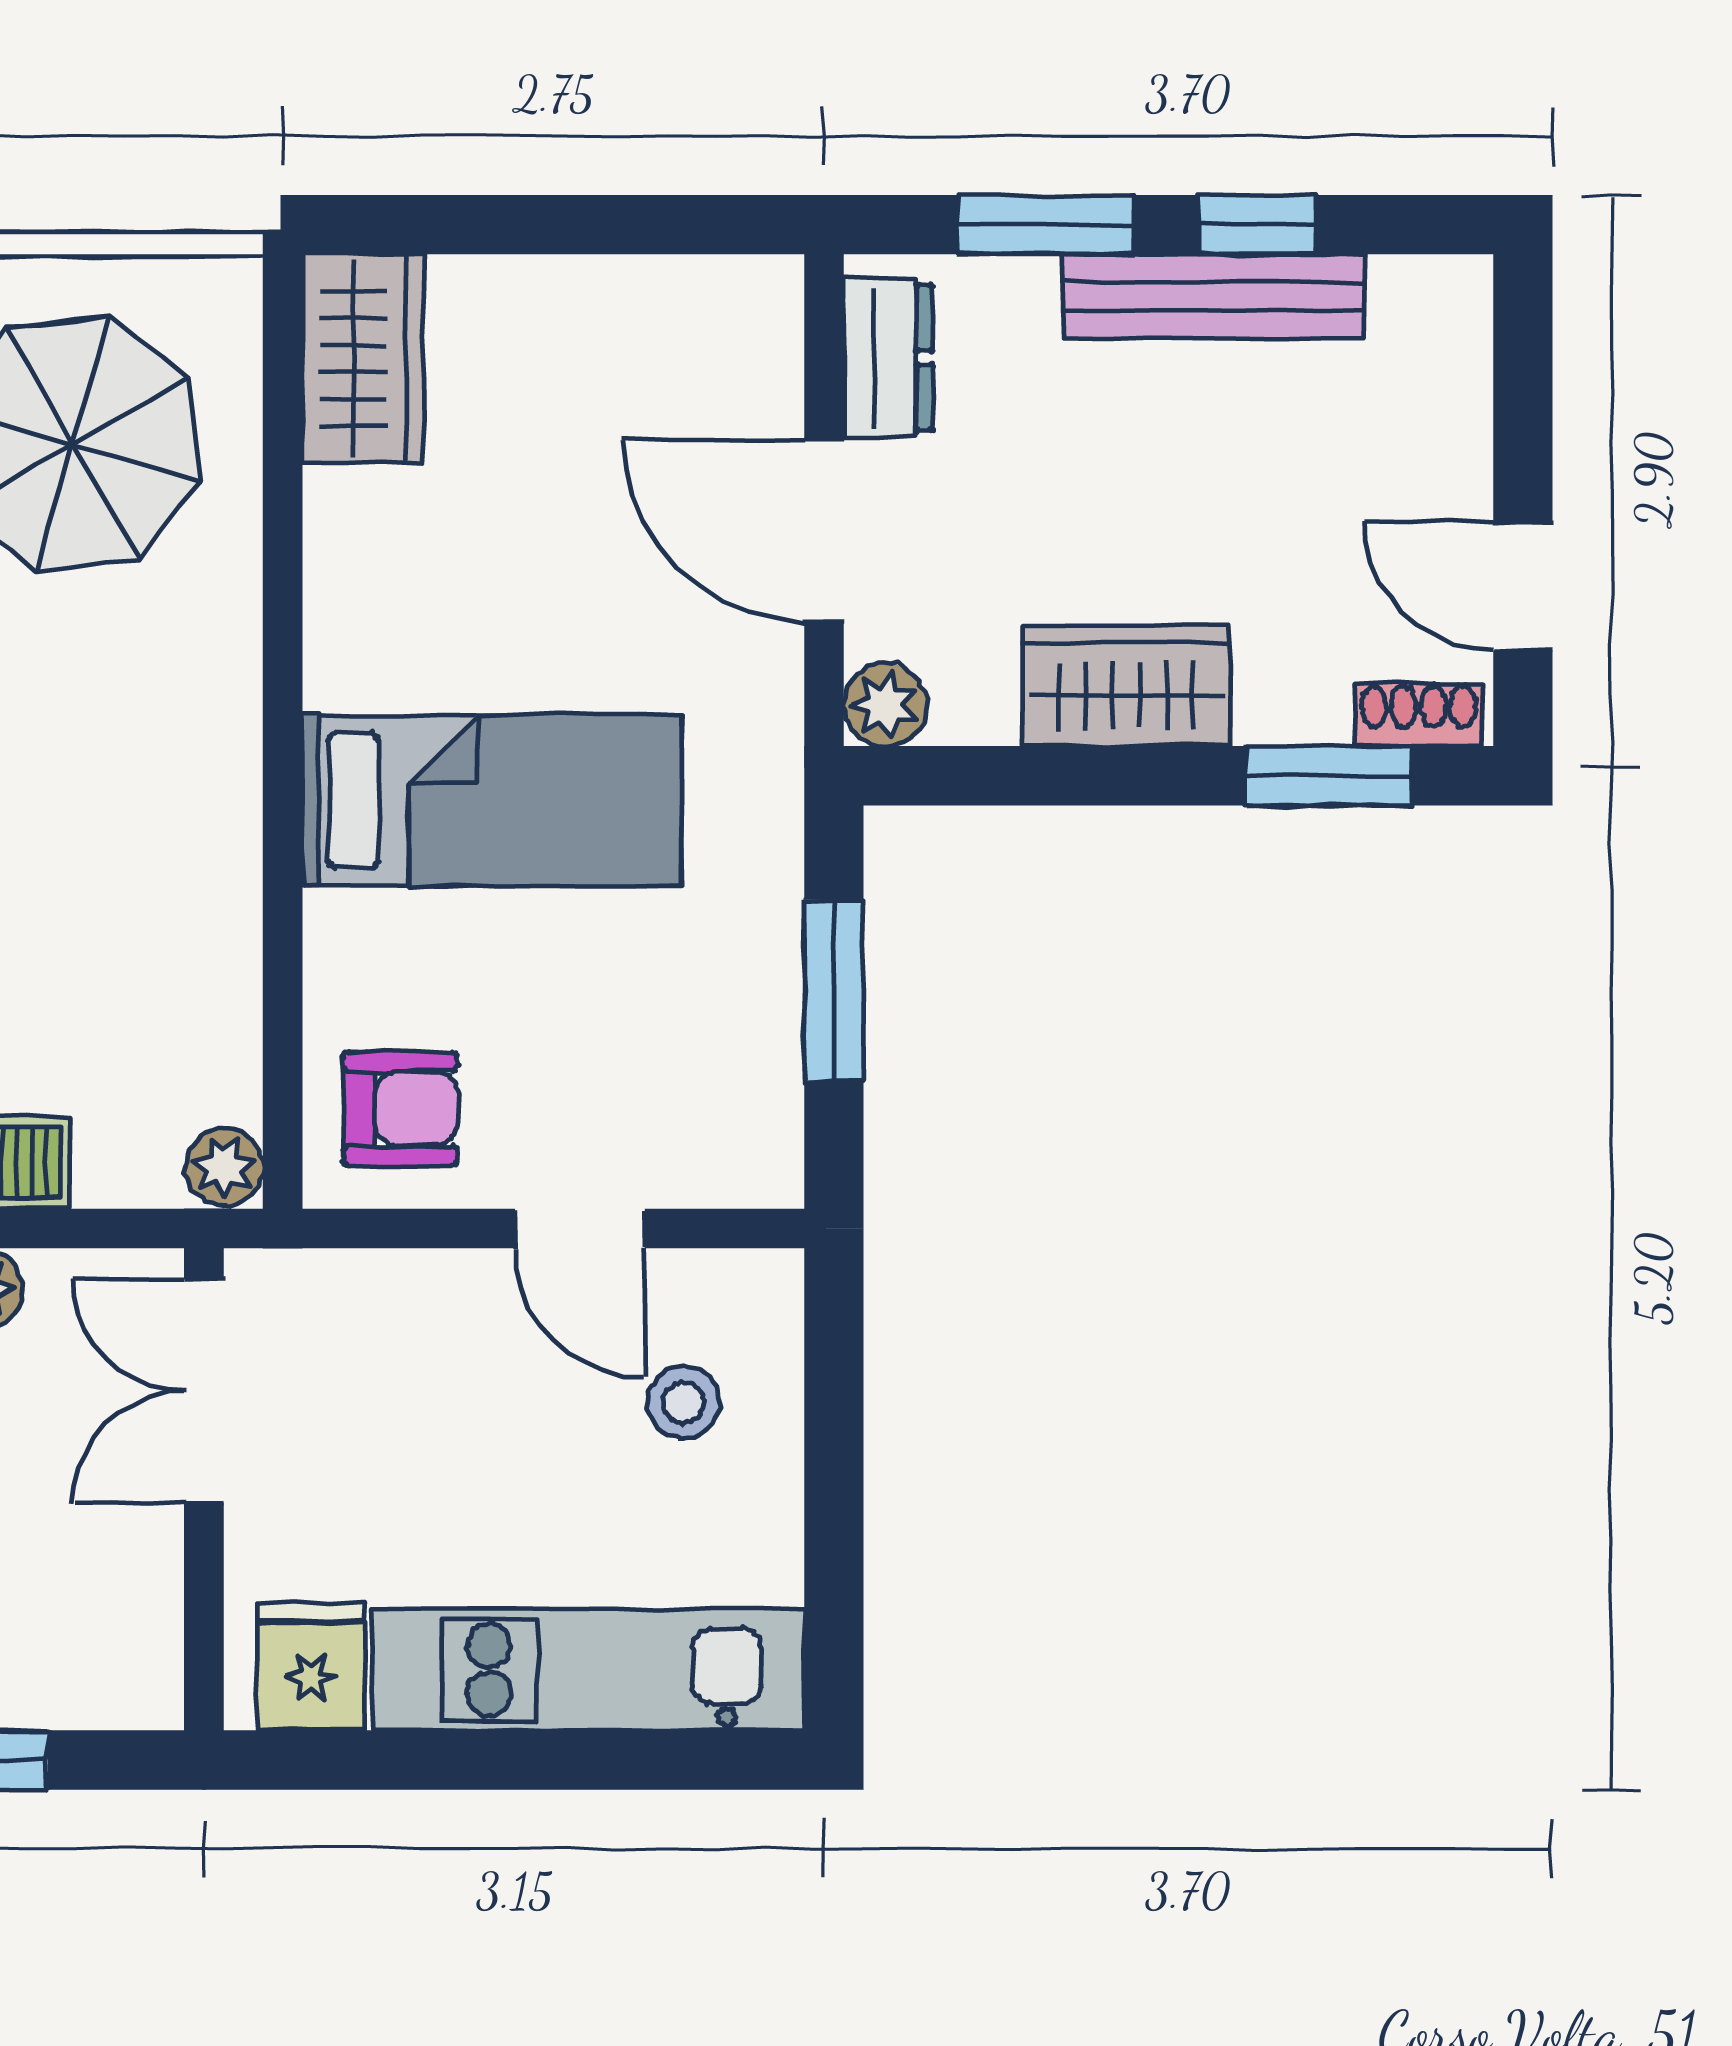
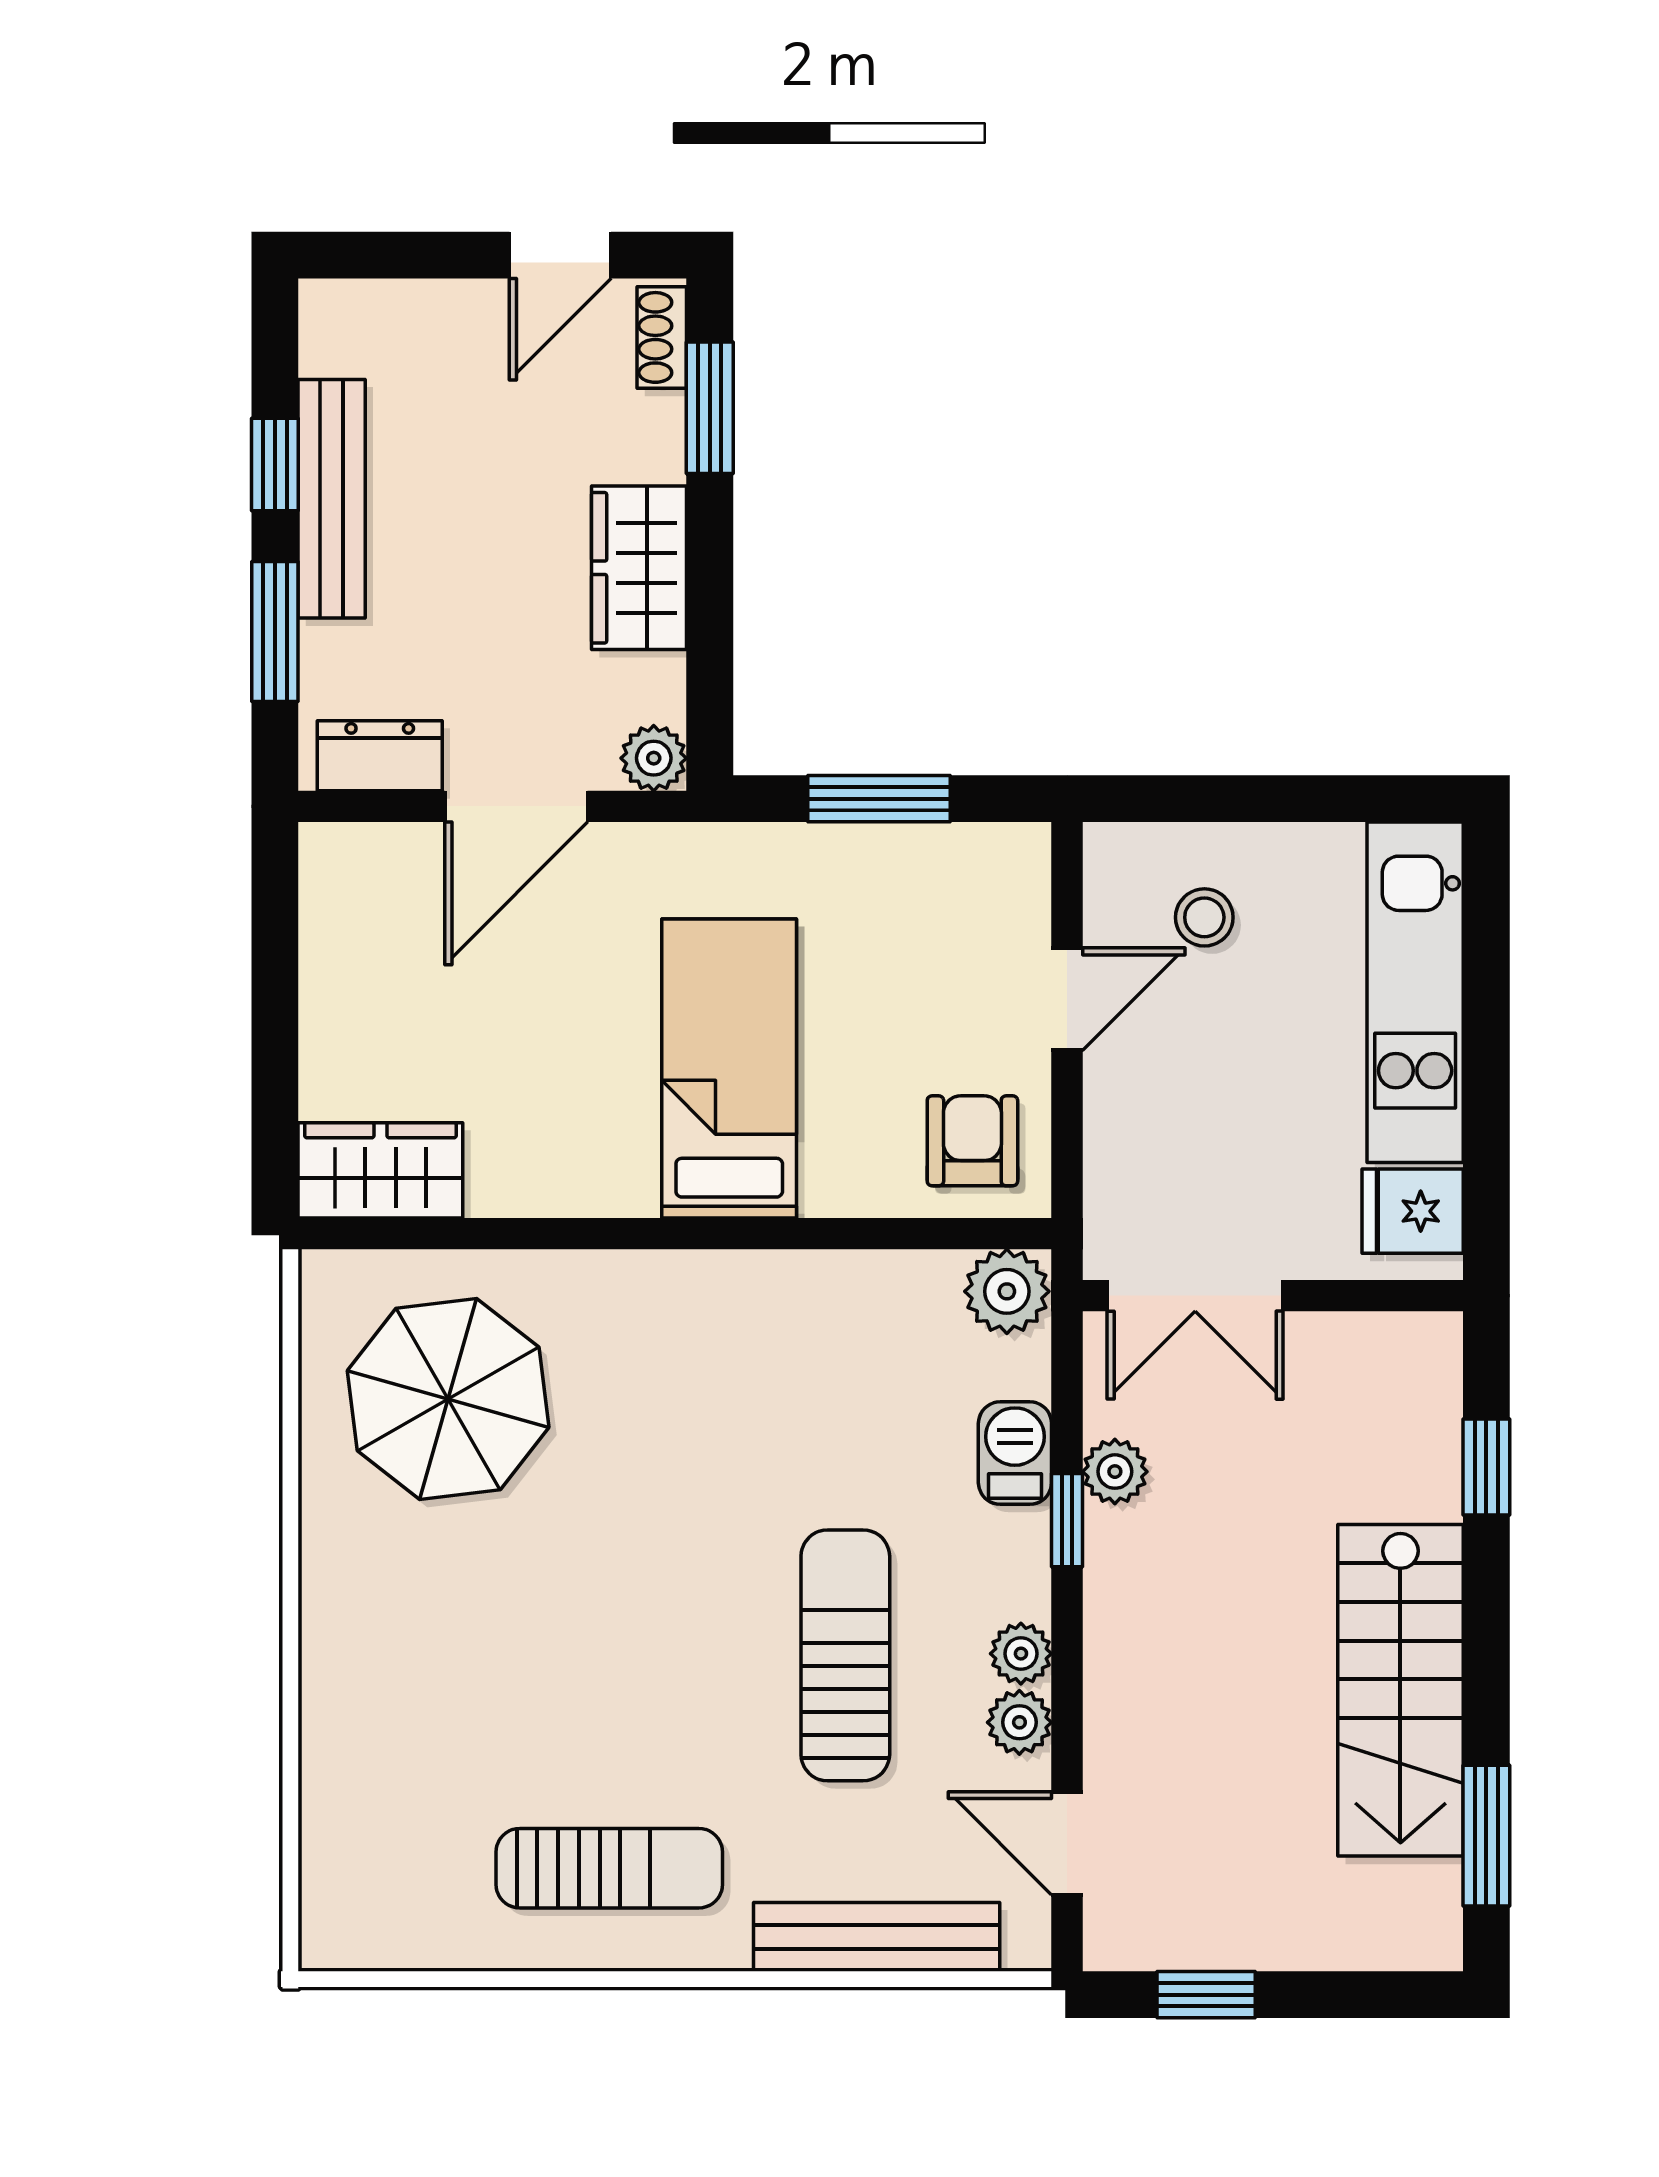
plant: (224, 1167) -> (1007, 1291), width x1.38, depth x1.38

